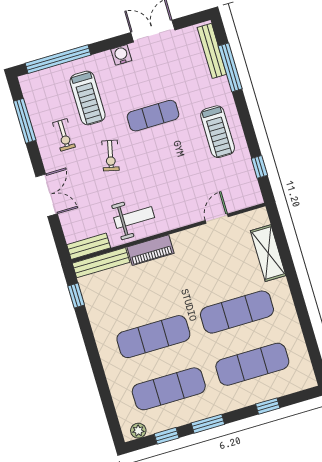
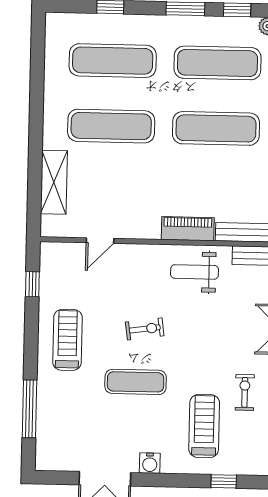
bench: (212, 51) -> (44, 435), removed
window: (58, 59) -> (224, 481), width x0.32
exercise bike: (110, 156) -> (145, 329), moved, turned 69

